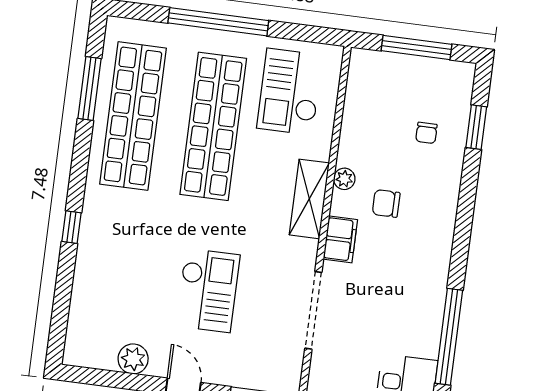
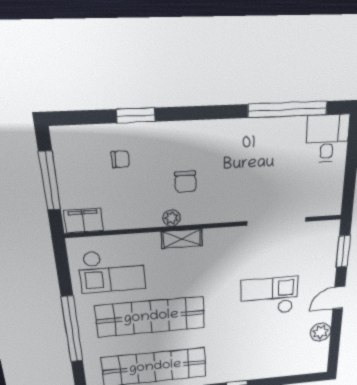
window: (476, 127) -> (136, 115), moved
shelving: (309, 199) -> (182, 239), width x0.67, depth x0.75
filing cabinet: (340, 239) -> (83, 221), moved

